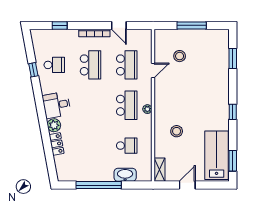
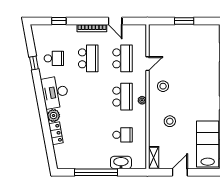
window: (192, 25) -> (184, 21), width x0.69
stool: (180, 56) -> (163, 86), moved
desk: (57, 105) -> (55, 92), width x1.37

